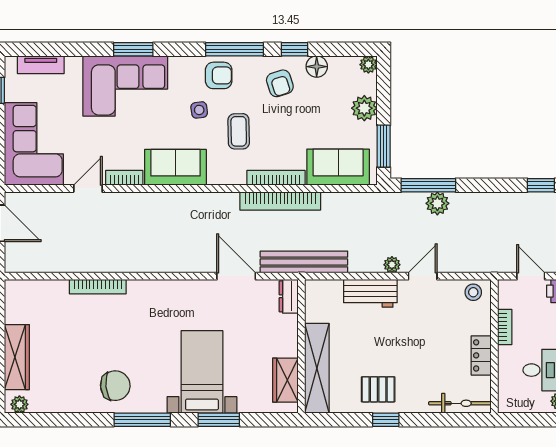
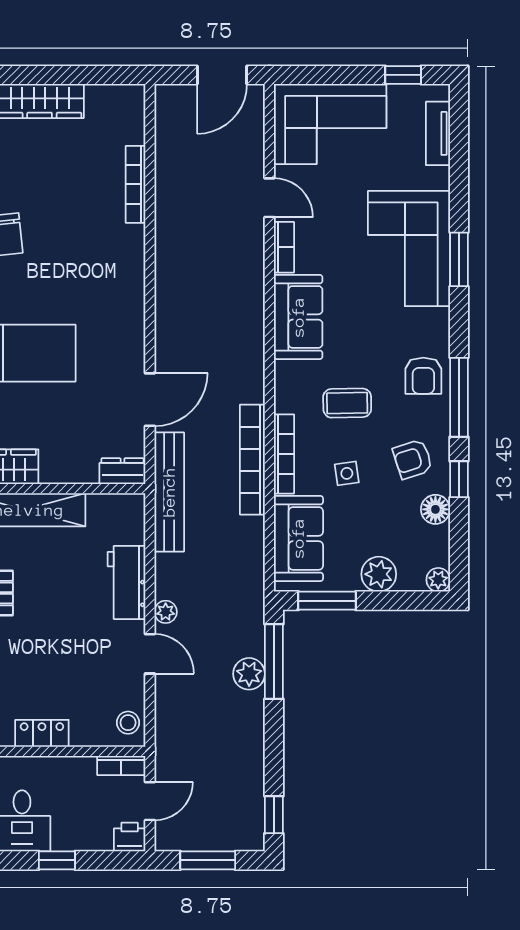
side table: (199, 110) -> (347, 473), moved
bookcase: (98, 287) -> (136, 184), moved
bookcase: (505, 327) -> (121, 765), moved

